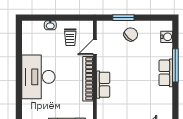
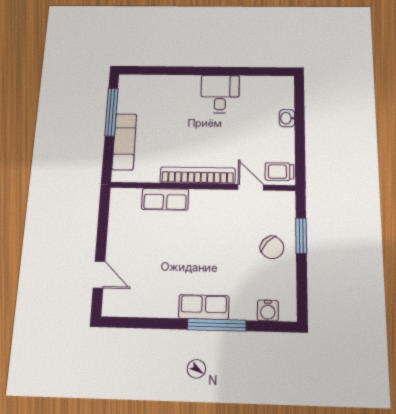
trolley: (70, 37) -> (279, 172), moved
desk: (38, 77) -> (220, 94), width x0.53, depth x0.77
row of seats: (103, 85) -> (165, 199), moved

